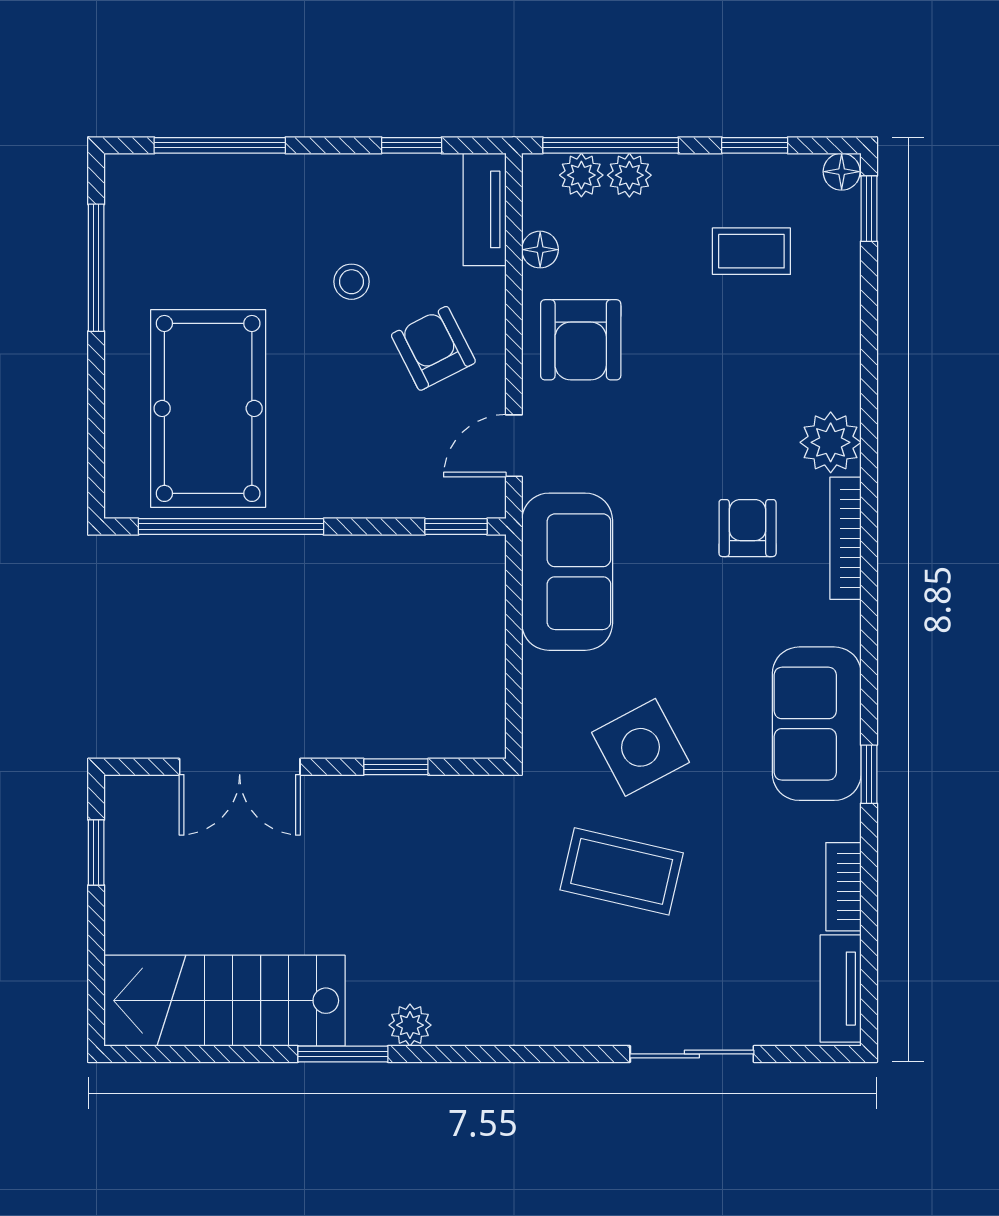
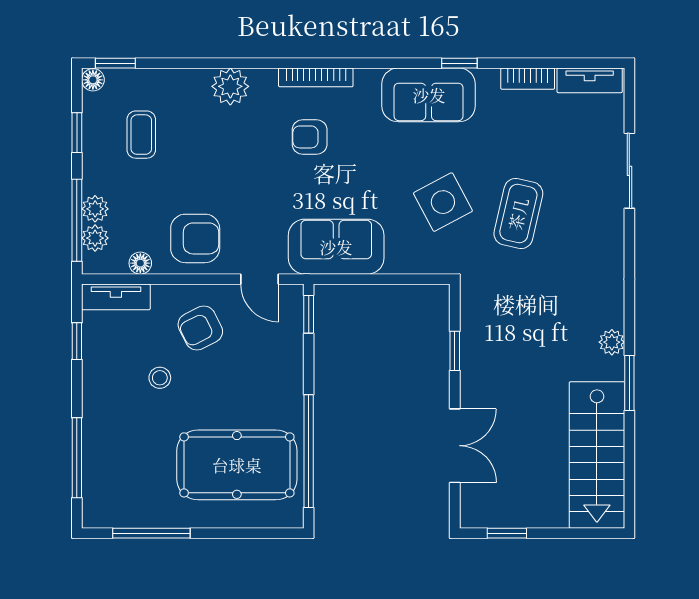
plant: (831, 442) -> (230, 86), moved

